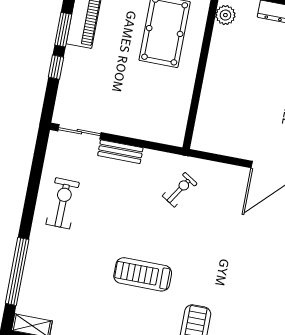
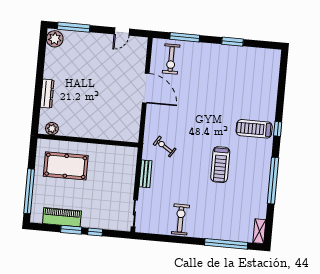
bench: (120, 152) -> (146, 174), moved
exercise bike: (63, 203) -> (180, 219), turned 89

